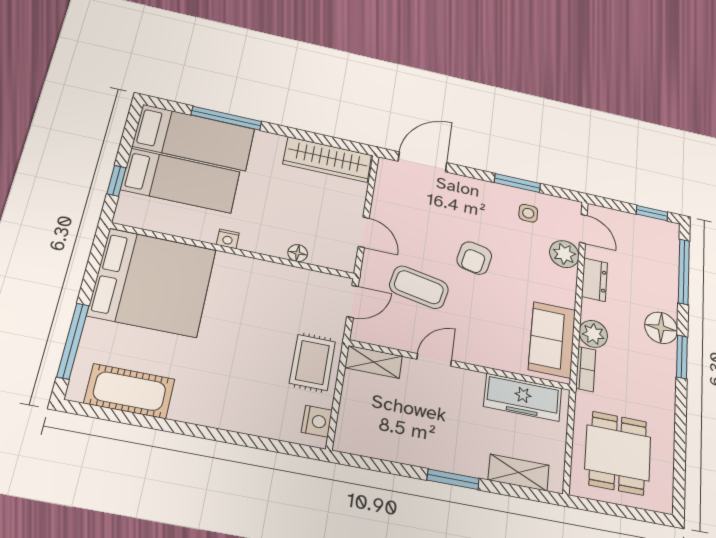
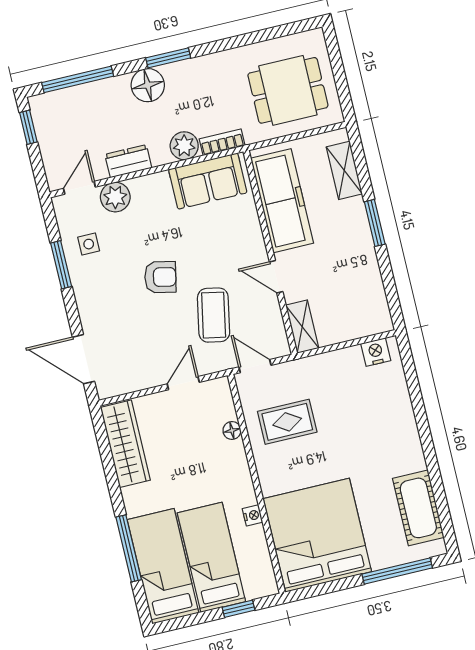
nightstand: (228, 239) -> (253, 515), moved
rug: (312, 362) -> (287, 422), moved
freezer: (523, 397) -> (282, 201), width x1.36, depth x1.26

